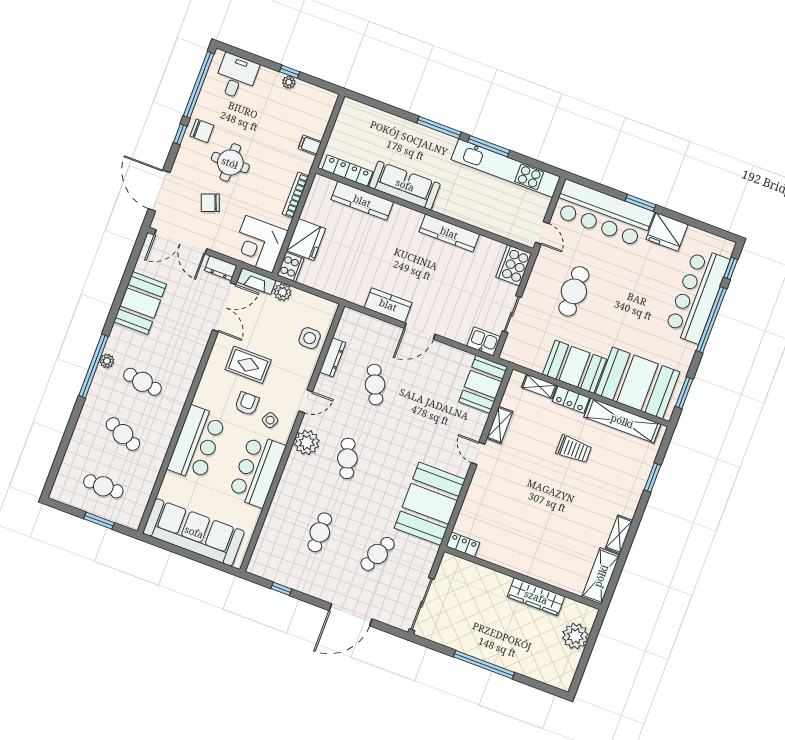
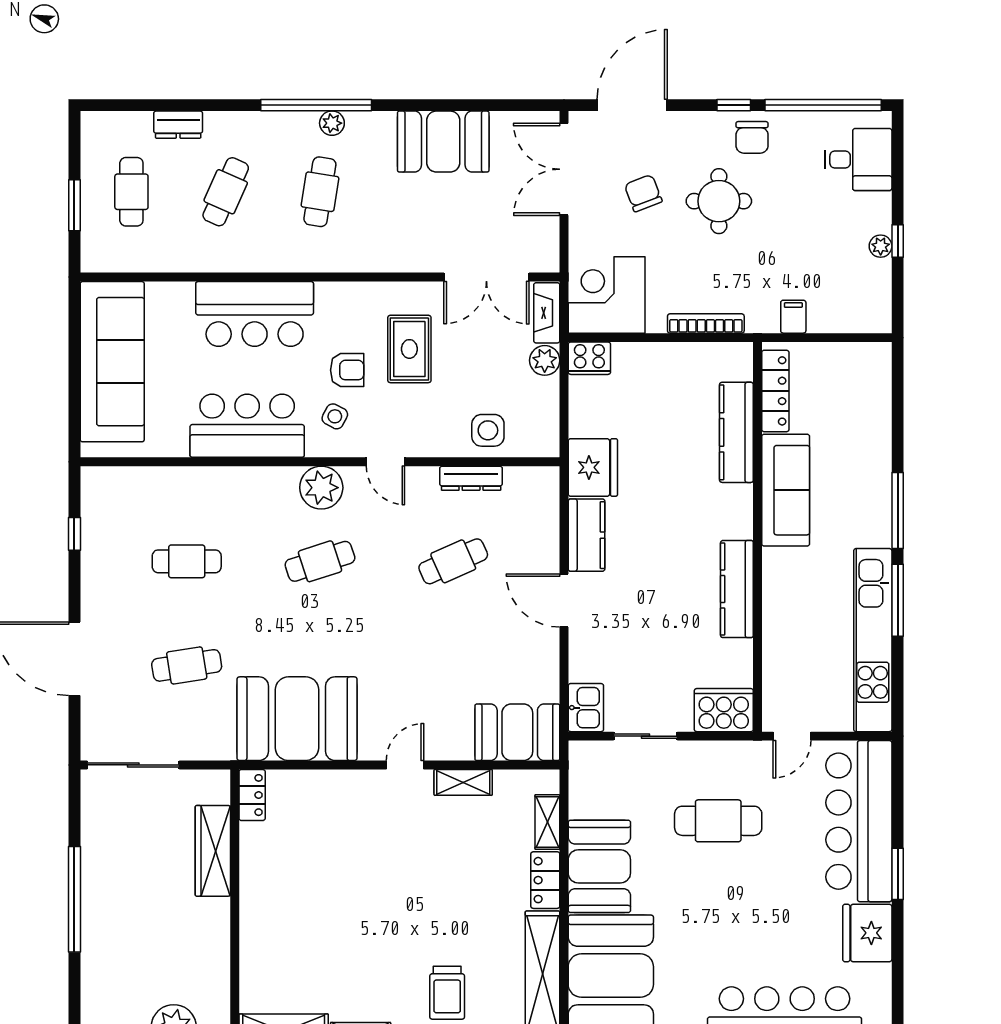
fridge: (306, 240) -> (593, 467), moved, turned -90
dresser: (221, 268) -> (178, 125), moved, turned -90
trolley: (574, 449) -> (447, 993), moved
cafe table: (378, 554) -> (187, 665), turned -33
wardrobe: (536, 597) -> (213, 851), moved

